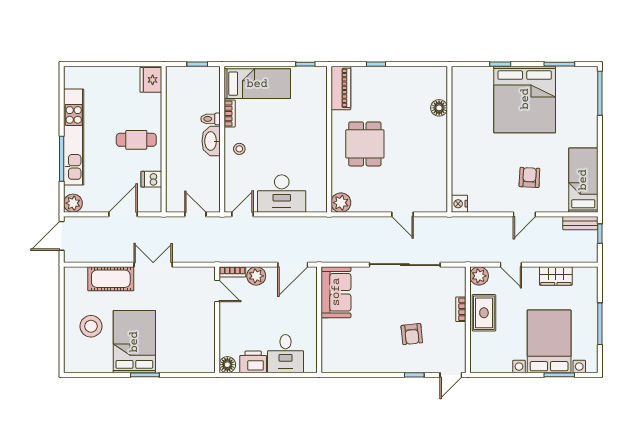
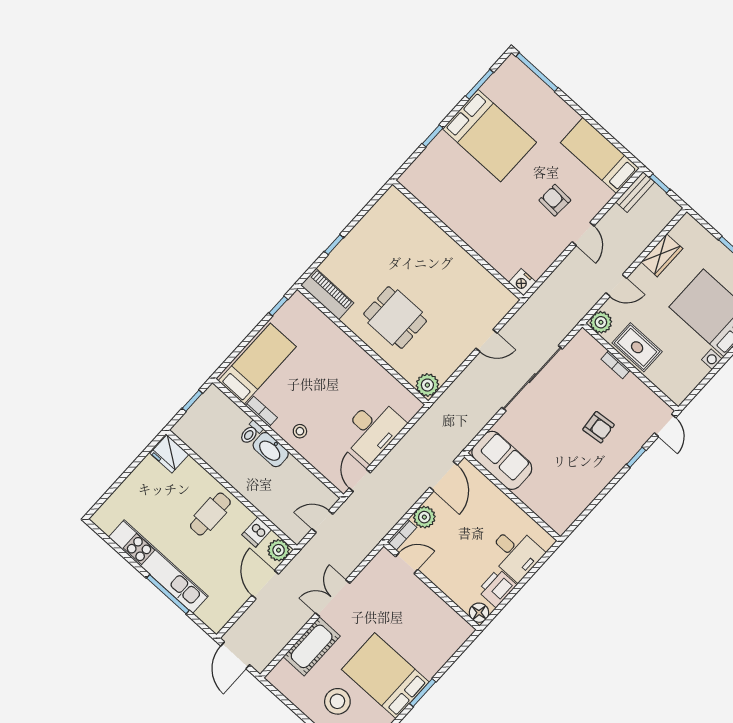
bed: (525, 99) -> (489, 136), width x0.73
floor lamp: (439, 108) -> (422, 224), removed
plant: (73, 203) -> (279, 550), moved

